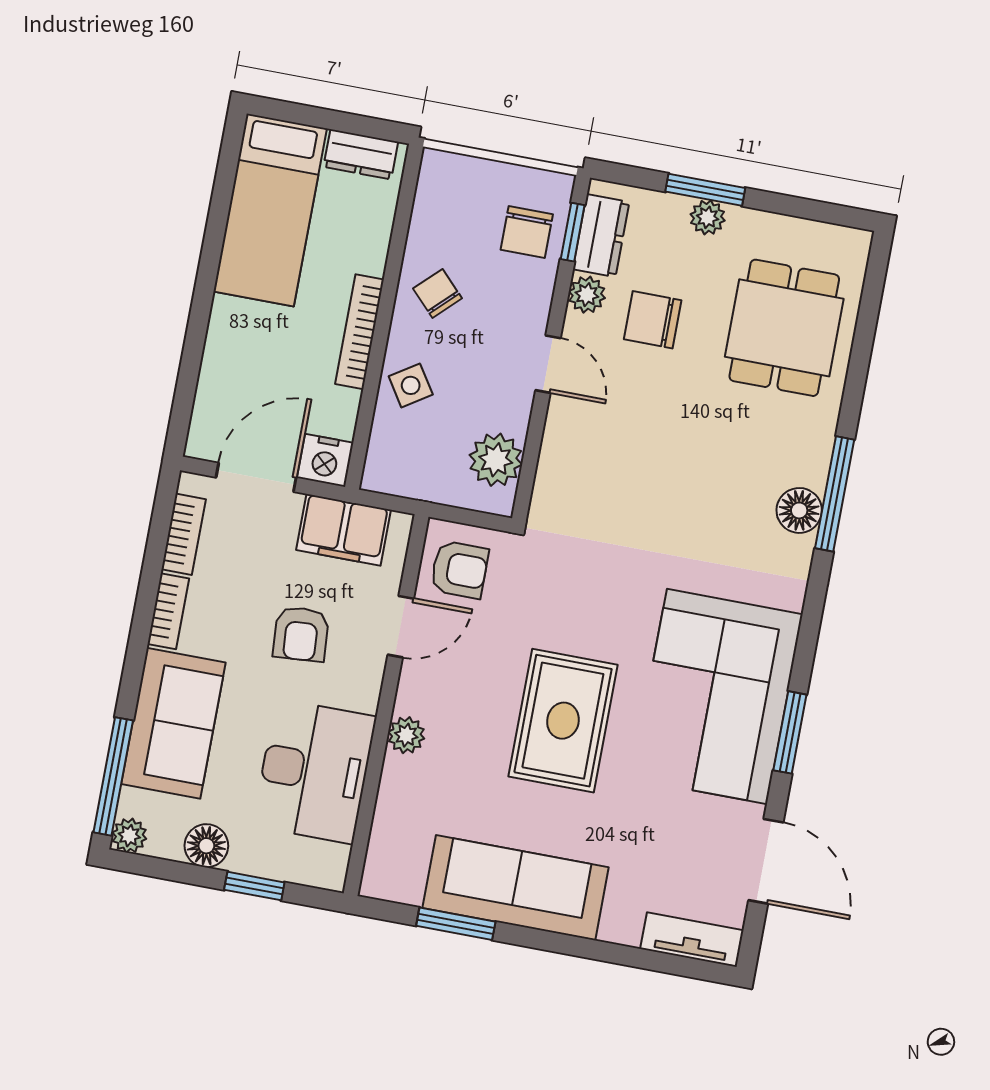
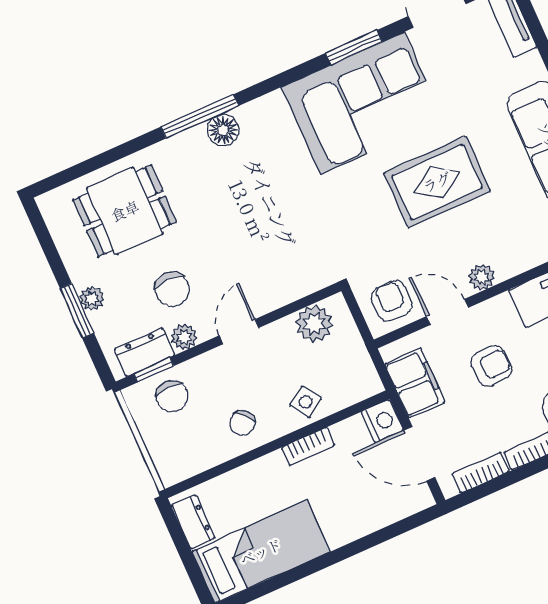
chair: (527, 232) -> (172, 396), turned 90
bookcase: (359, 332) -> (308, 447), width x0.64
plant: (406, 735) -> (482, 277), moved

